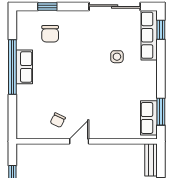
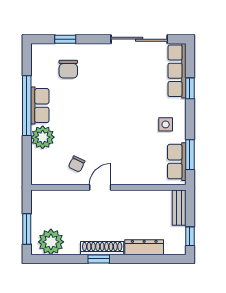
window: (161, 30) -> (190, 88), moved
side table: (117, 57) -> (166, 124), moved
plant: (27, 96) -> (43, 137), added

